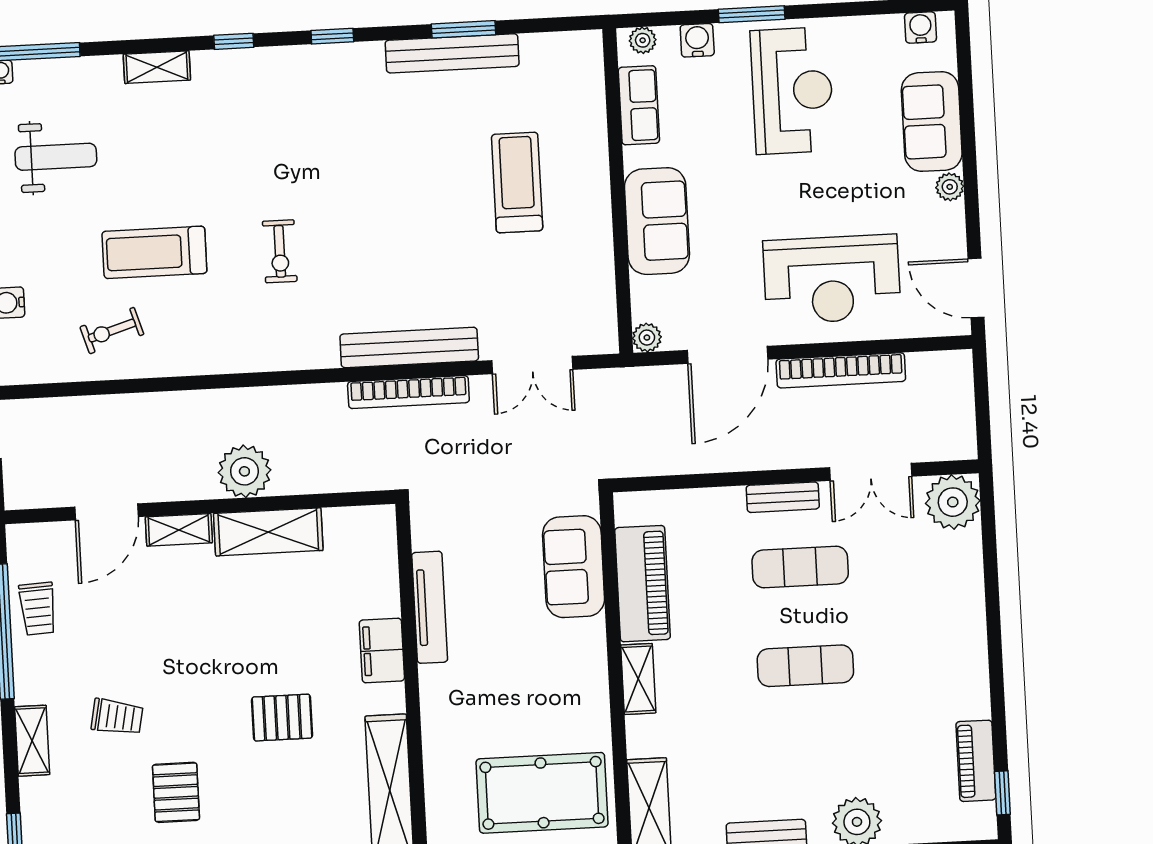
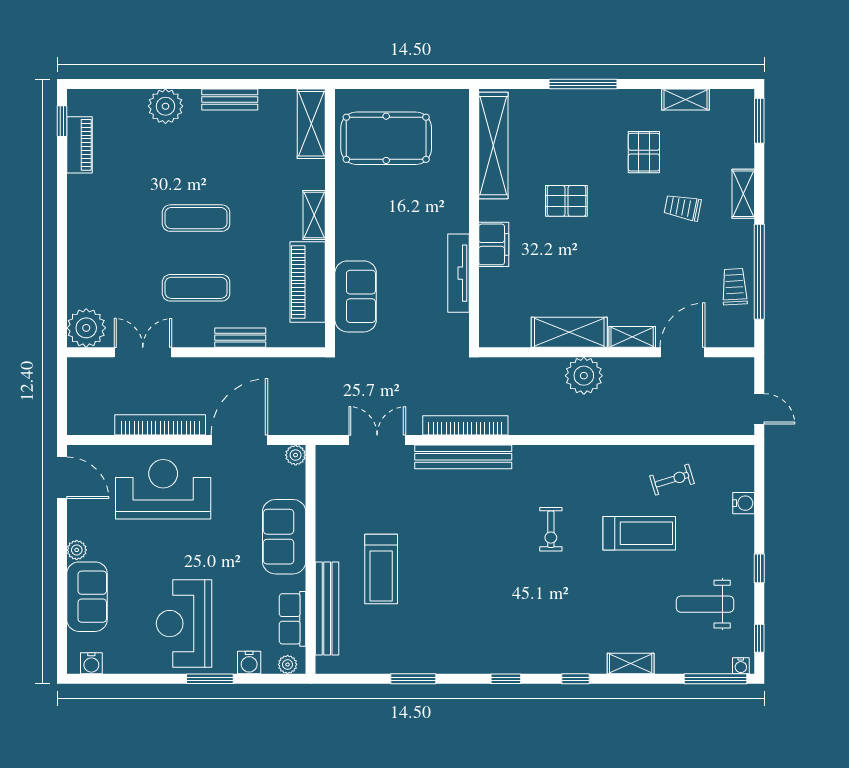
bench: (452, 53) -> (327, 608), moved, turned 90
exercise bike: (280, 251) -> (551, 529), turned 180
bench: (783, 497) -> (240, 338), moved

